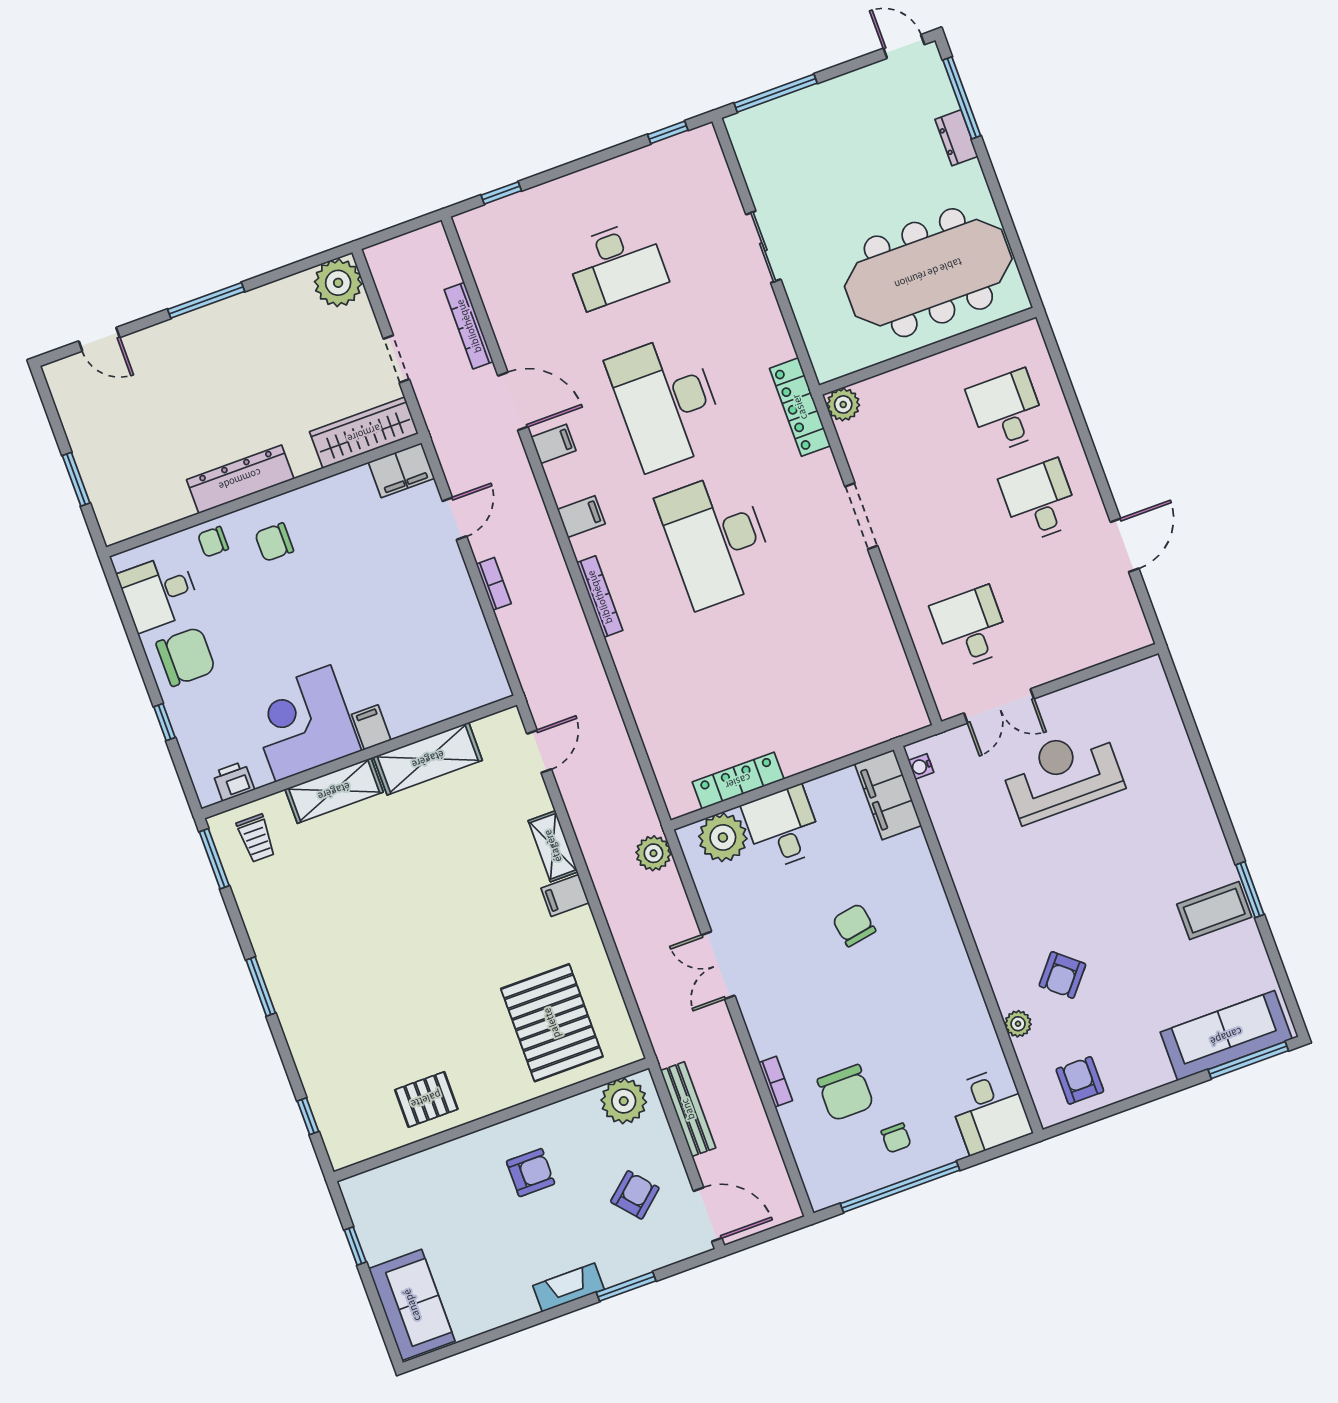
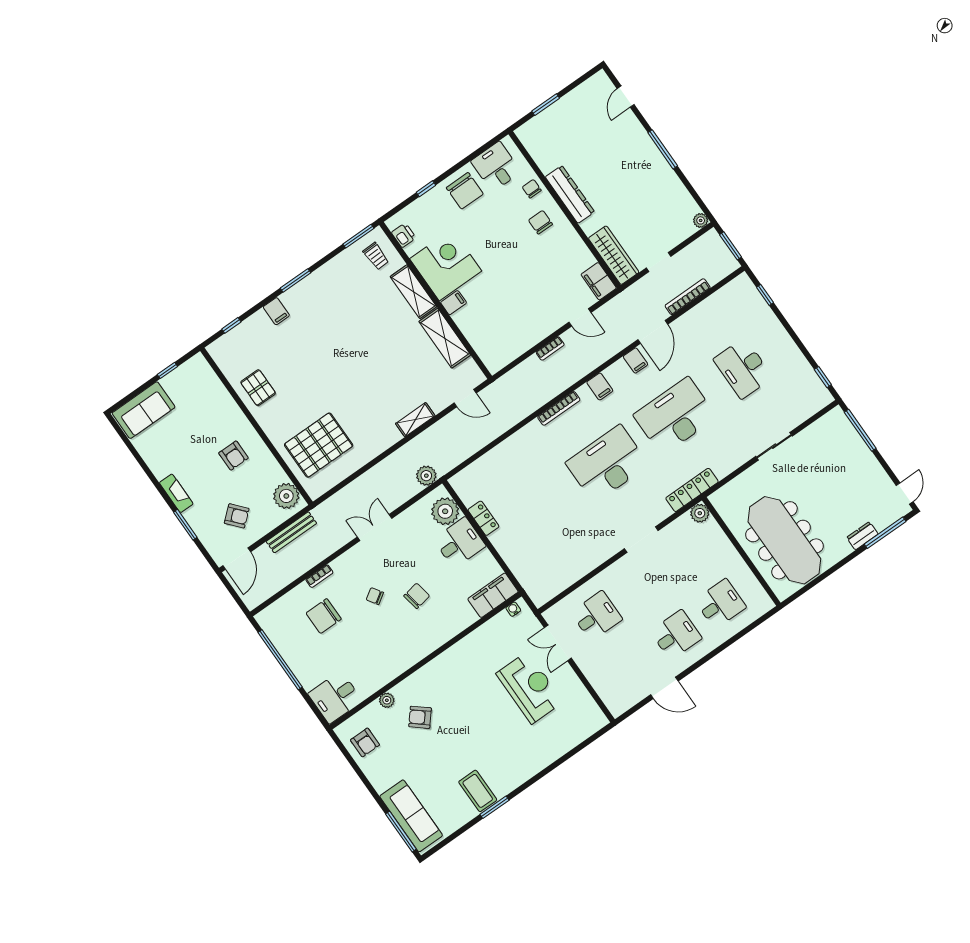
window: (402, 229) -> (730, 246), added
plant: (338, 283) -> (701, 220), width x0.53, depth x0.53
locker: (738, 781) -> (483, 518), width x0.66
trolley: (256, 838) -> (376, 256), turned -92
filing cabinet: (565, 895) -> (276, 311), moved, turned 180
armchair: (1080, 1080) -> (365, 742), turned 90
chair: (896, 1138) -> (375, 596), moved, turned 57

